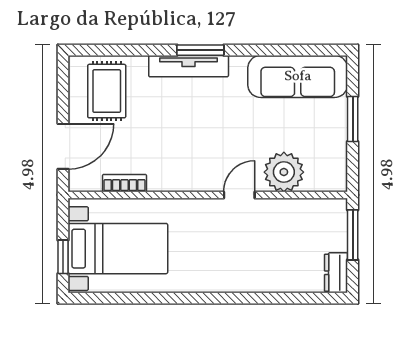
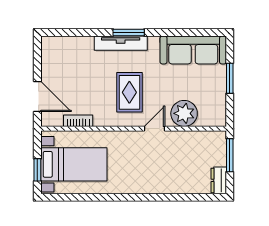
rug: (107, 91) -> (129, 92), moved
door: (63, 146) -> (37, 96), hinge flipped

